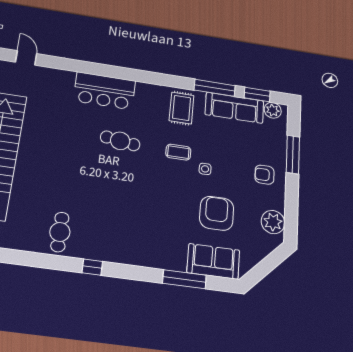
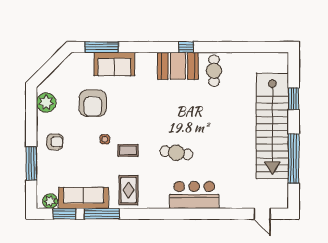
booth: (106, 245) -> (178, 66), added
sofa: (213, 261) -> (114, 64), moved
window: (184, 279) -> (101, 47), moved

